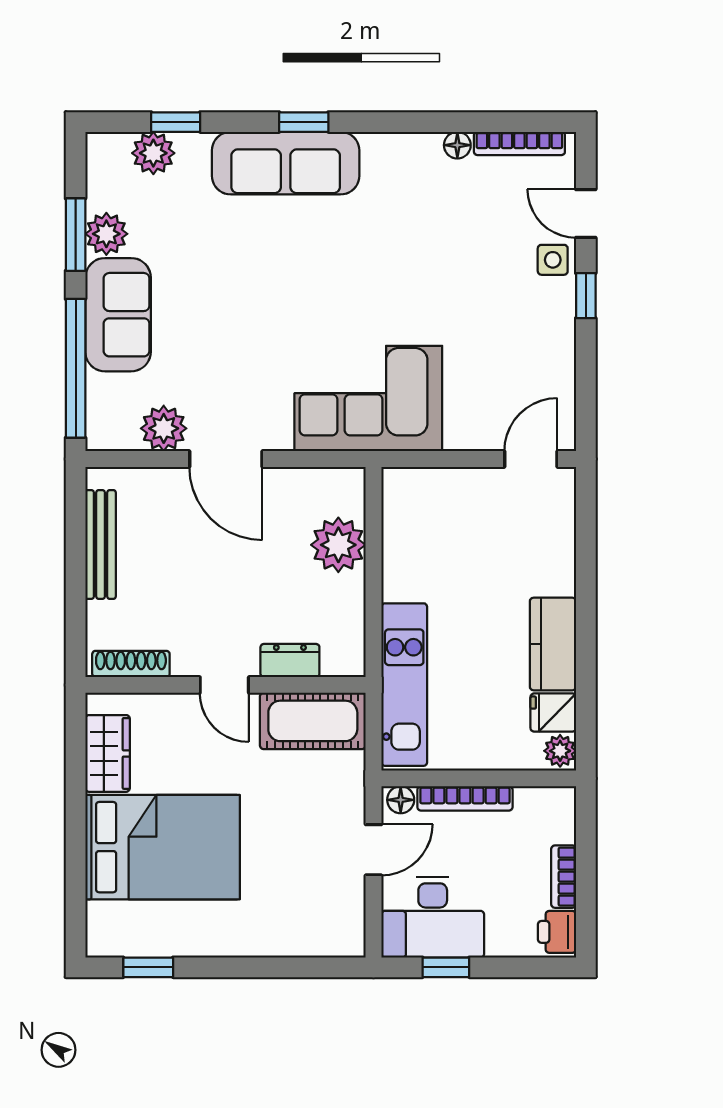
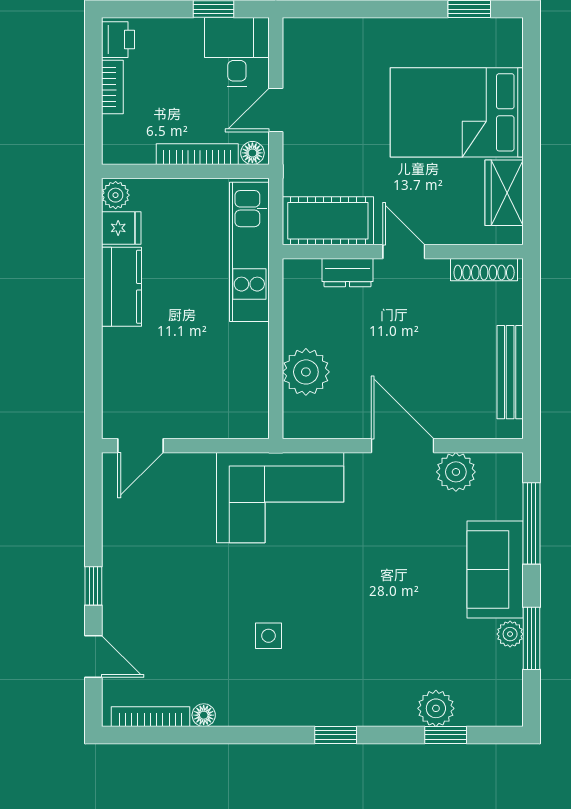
plant: (153, 153) -> (436, 708), moved
sofa: (286, 163) -> (351, 700), removed
plant: (106, 234) -> (510, 634), width x0.73, depth x0.73
side table: (553, 260) -> (268, 636), moved
window: (76, 368) -> (532, 523), width x0.68
desk: (433, 917) -> (237, 52), width x0.73

